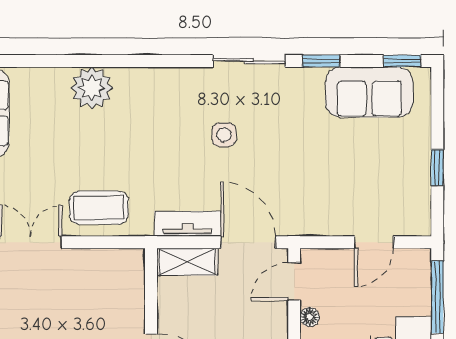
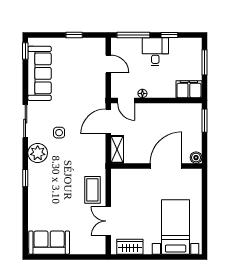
window: (321, 61) -> (25, 178), moved
plant: (92, 88) -> (38, 153), moved
sofa: (369, 92) -> (40, 73), width x1.36
tv unit: (188, 224) -> (100, 149), removed

